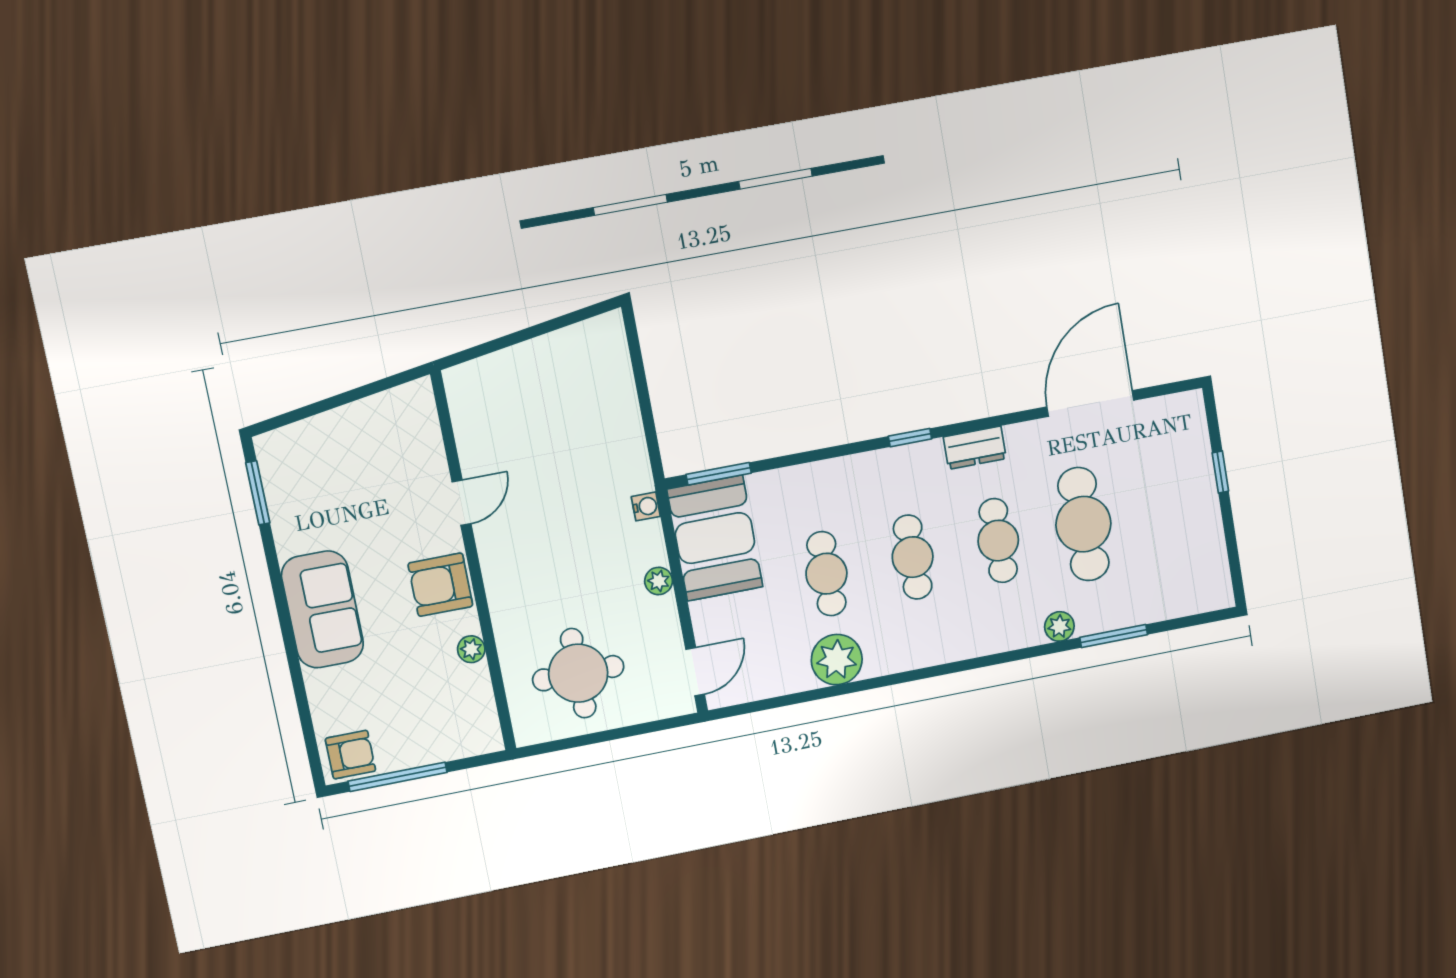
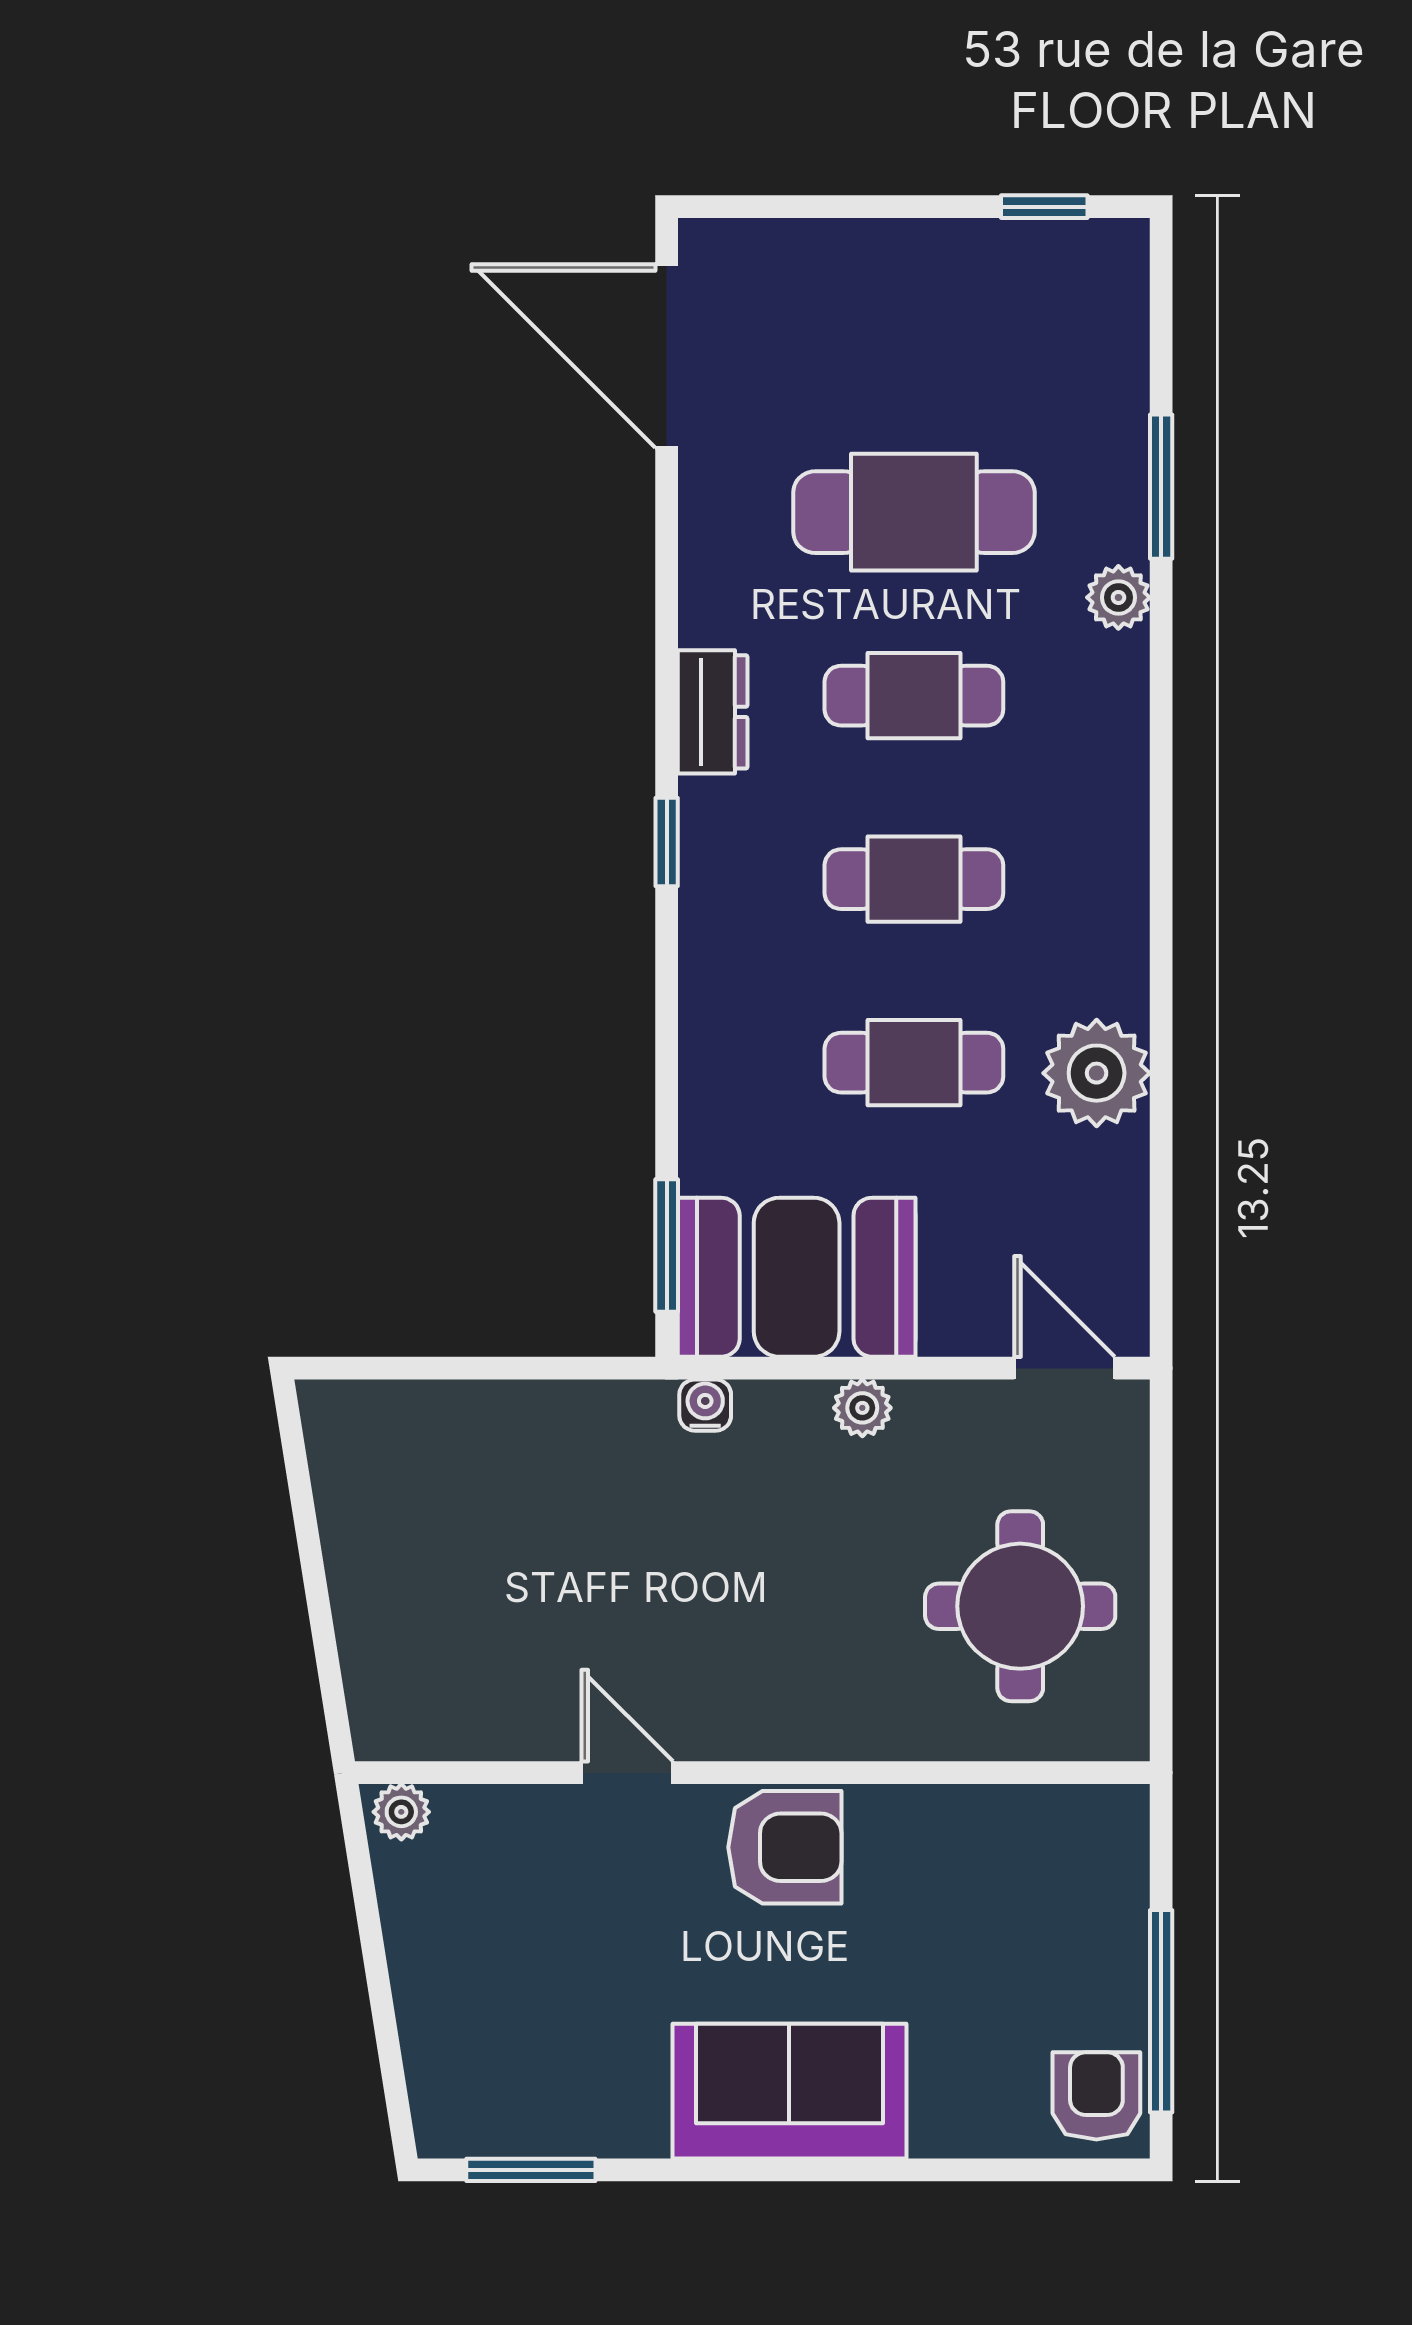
door: (1090, 404) -> (667, 356), moved
window: (1220, 472) -> (1044, 207), moved
armchair: (440, 585) -> (785, 1847), turned -90
plant: (471, 649) -> (401, 1812), moved

